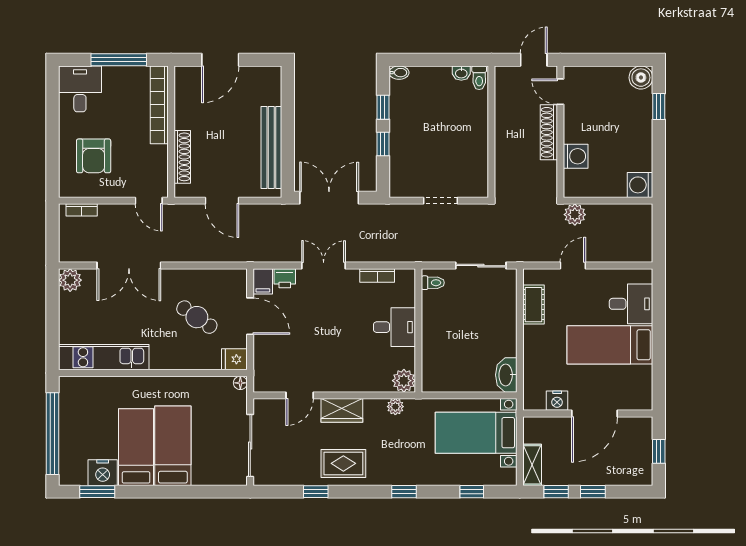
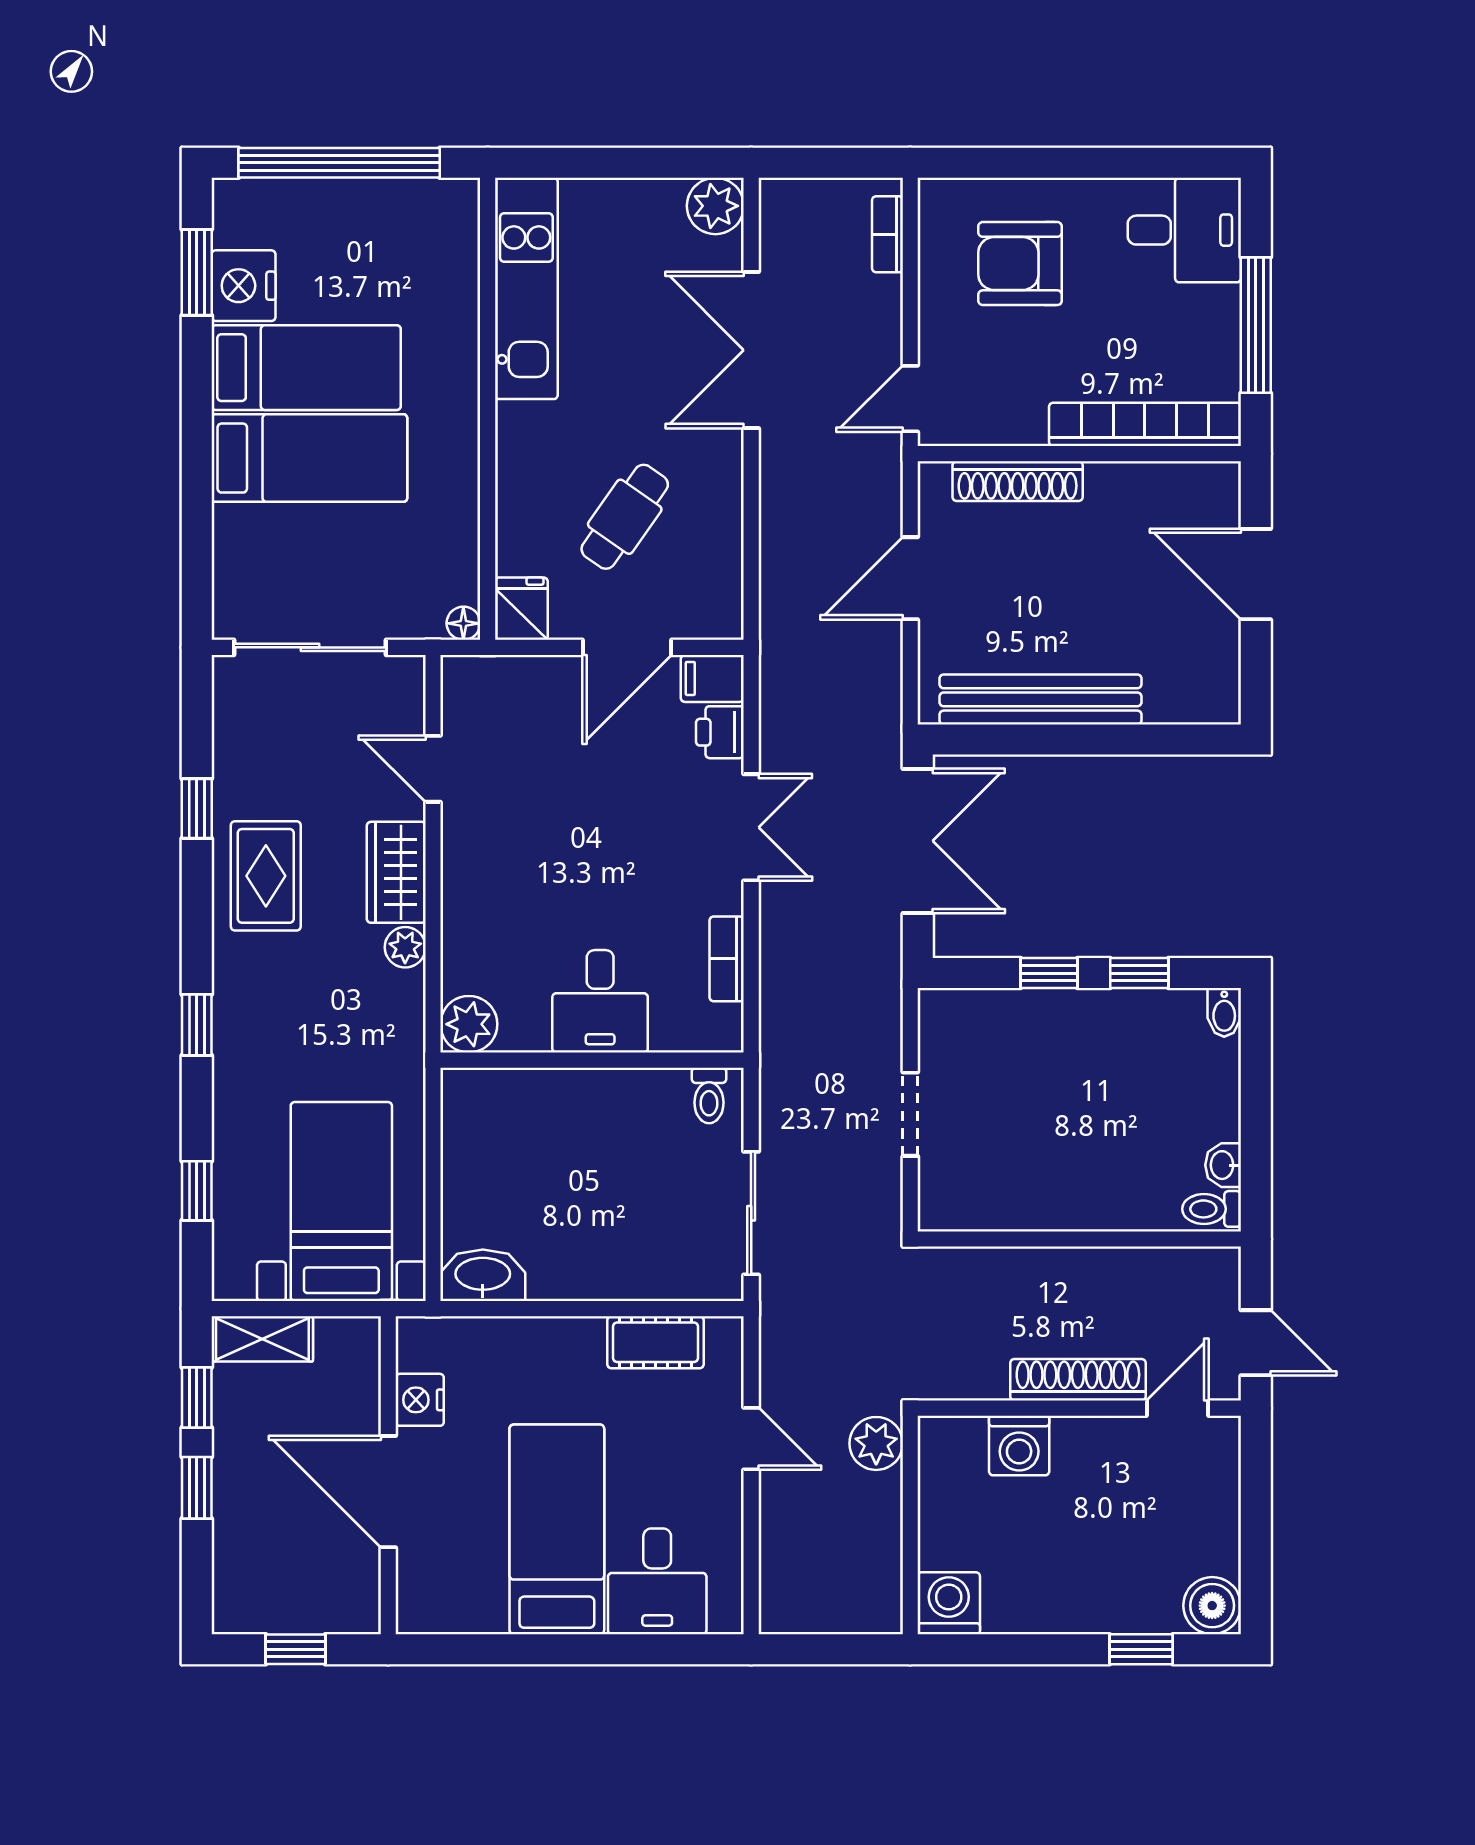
plant: (395, 407) -> (405, 947), moved

